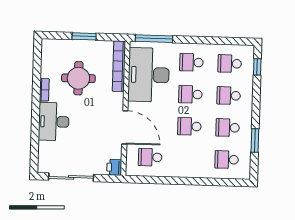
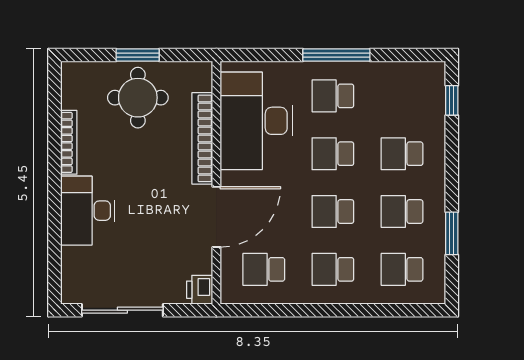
window: (154, 39) -> (336, 55), moved
school desk: (230, 64) -> (333, 269), moved
bookcase: (119, 66) -> (202, 138), moved
round table: (78, 78) -> (138, 98), moved
bookcase: (44, 90) -> (69, 142), width x1.56
door: (125, 127) -> (216, 217), hinge flipped

